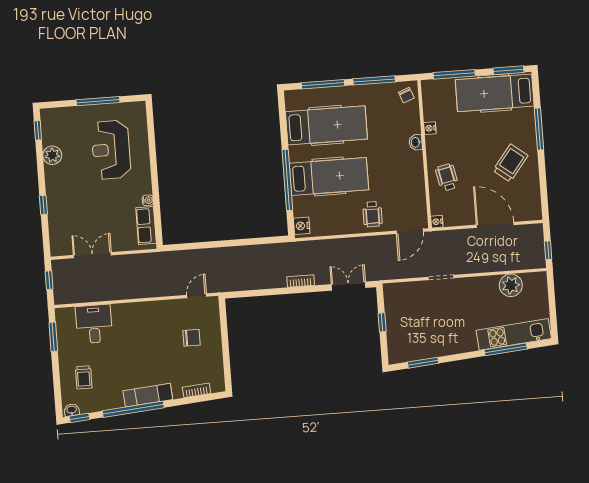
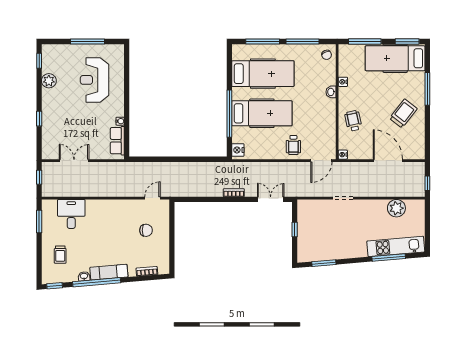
washbasin: (72, 410) -> (84, 276), moved

